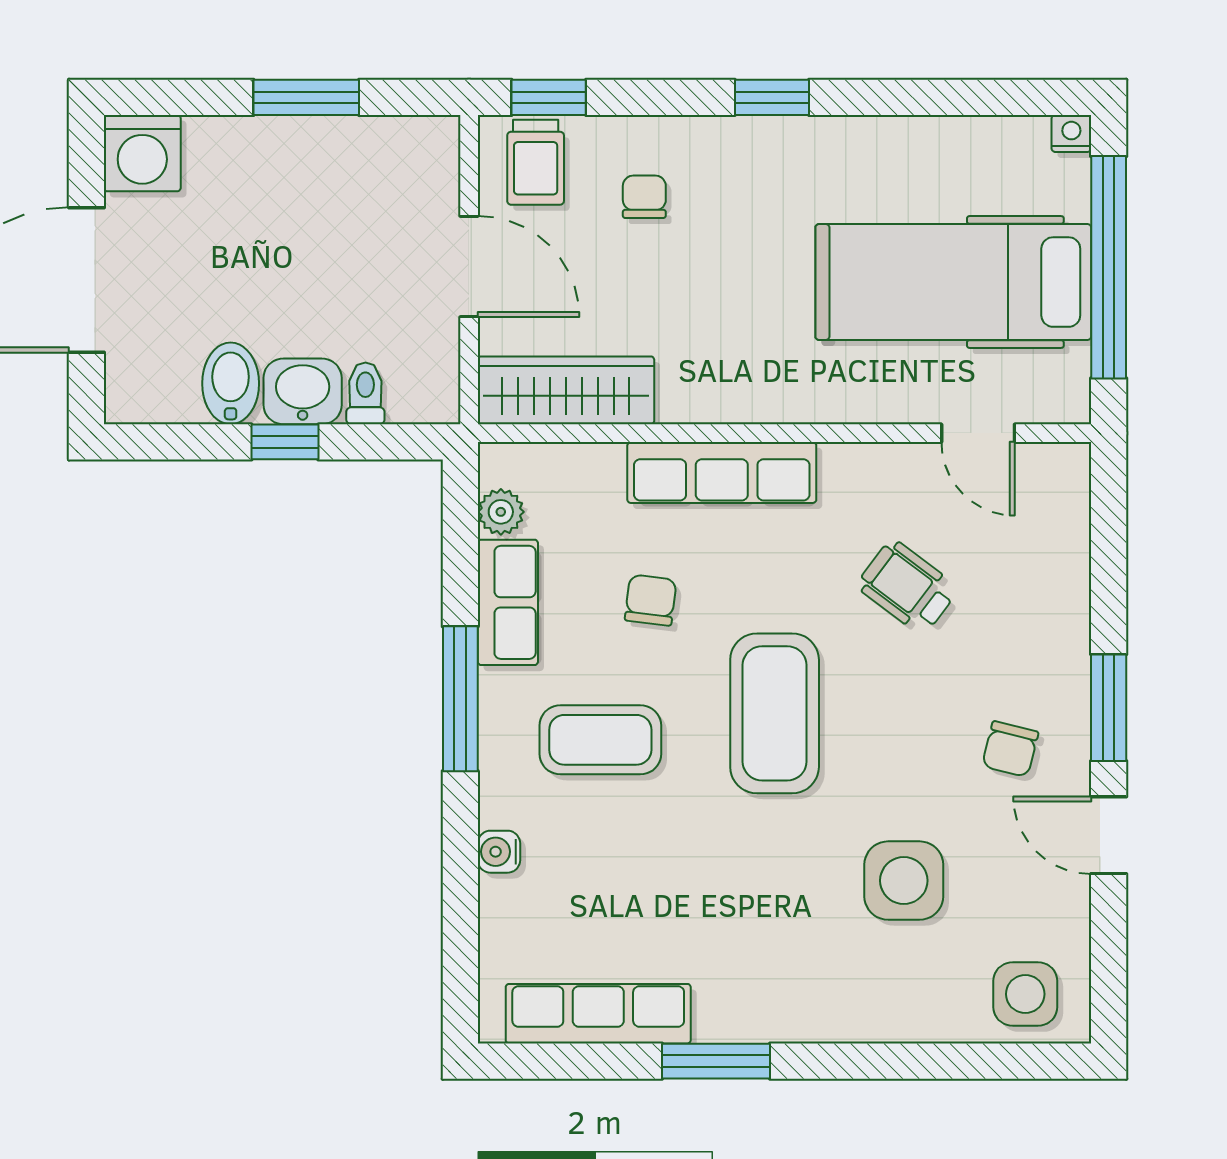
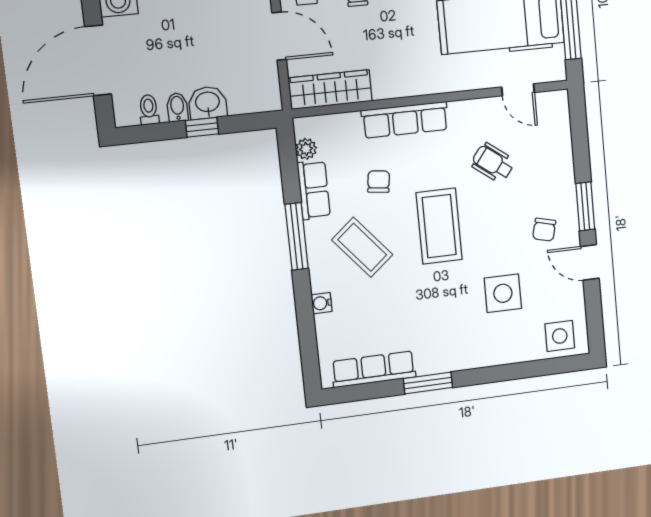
bidet: (231, 383) -> (177, 107), width x0.72, depth x0.74
toilet: (365, 393) -> (149, 110), moved
coffee table: (600, 740) -> (362, 247), turned 50

